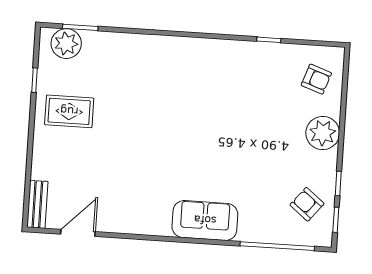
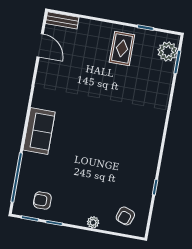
plant: (323, 133) -> (93, 222), width x0.53, depth x0.53
armchair: (307, 204) -> (42, 200), turned -129

